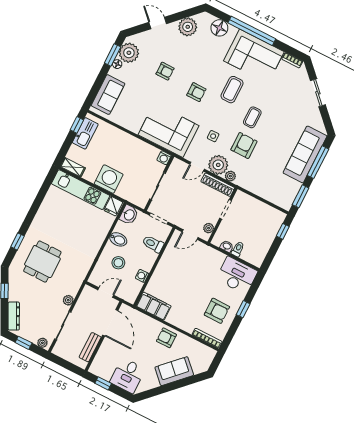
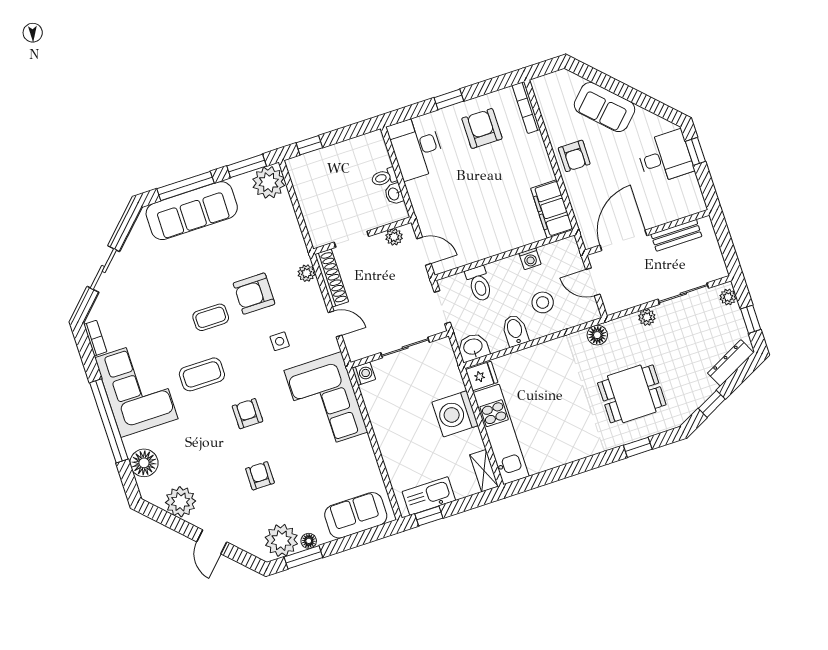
plant: (218, 165) -> (269, 182), moved
floor lamp: (82, 272) -> (597, 335), added
window: (103, 383) -> (695, 151), moved

